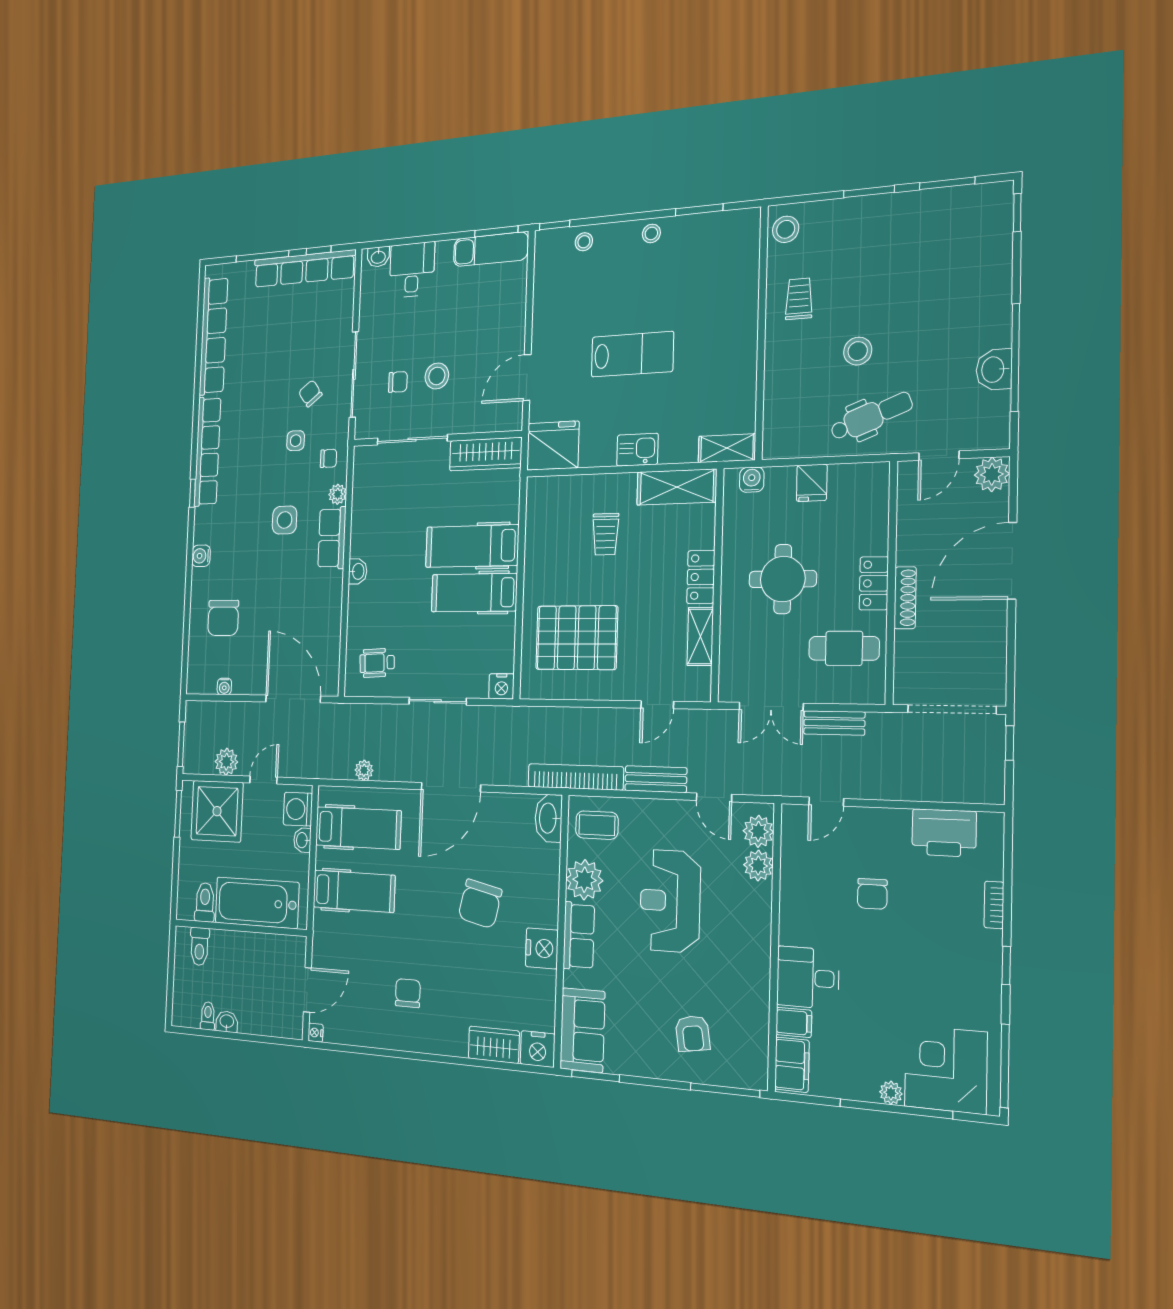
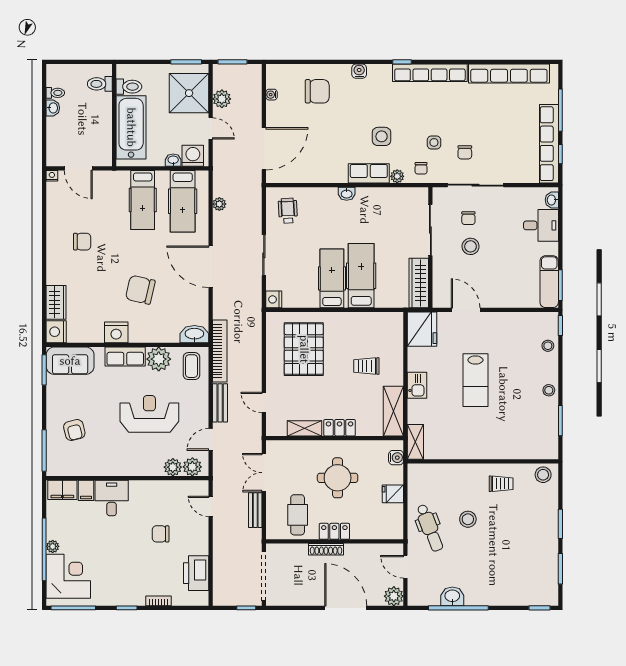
chair: (310, 393) -> (465, 152), turned 127
chair: (223, 618) -> (317, 91), turned 180
armchair: (693, 1034) -> (74, 430), turned -95

